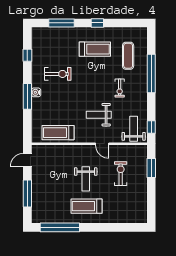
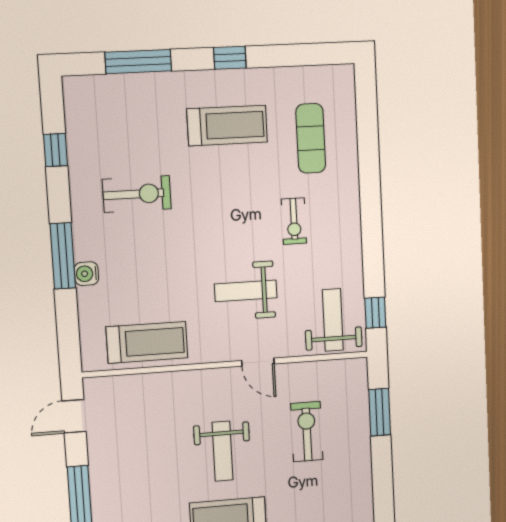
window: (151, 74) -> (370, 180), removed
water cooler: (36, 92) -> (86, 274), moved
treadmill: (58, 133) -> (147, 342), turned 180

